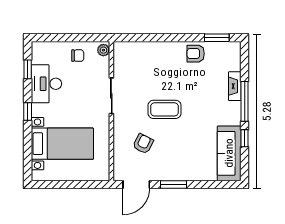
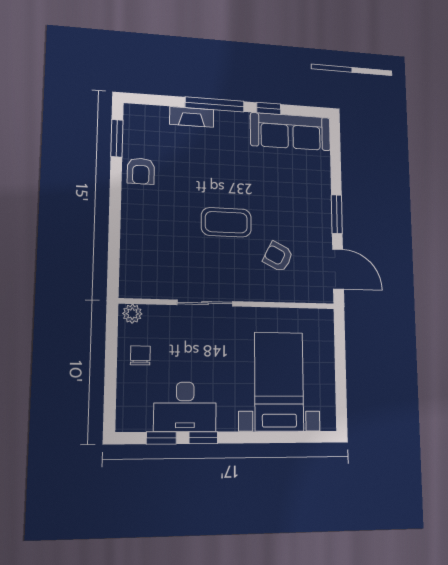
coffee table: (165, 109) -> (226, 222), turned 90
window: (28, 111) -> (203, 438), moved

